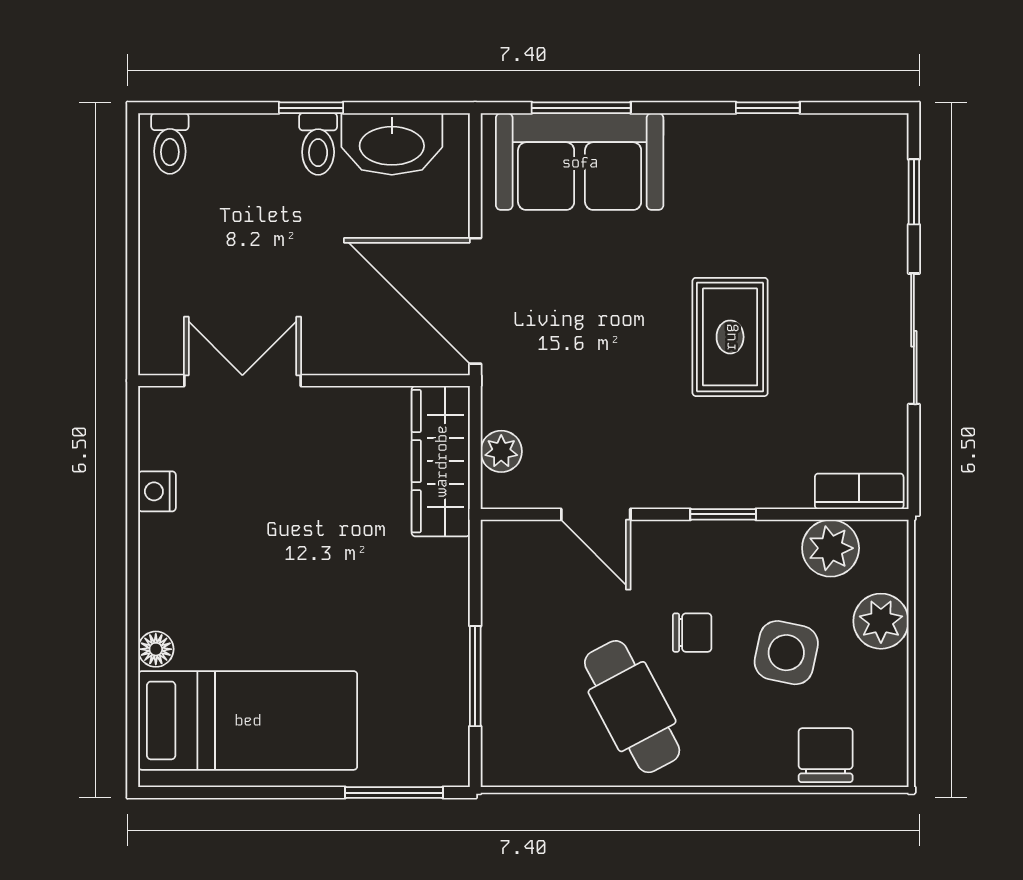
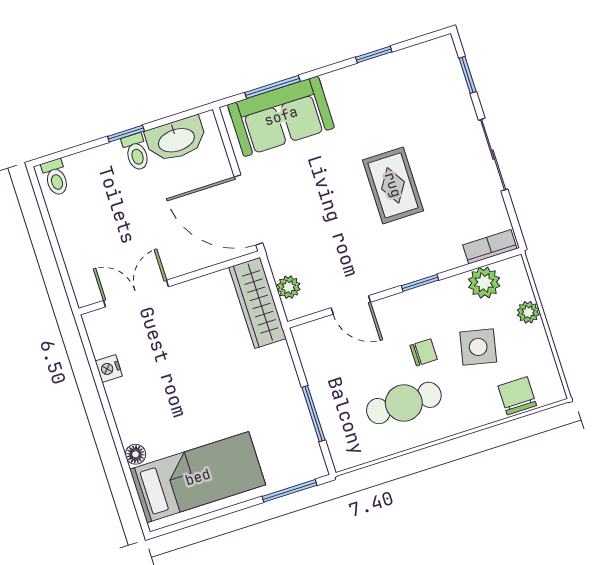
plant: (881, 621) -> (528, 312), width x0.73, depth x0.73
cafe table: (632, 707) -> (404, 403), turned -62

